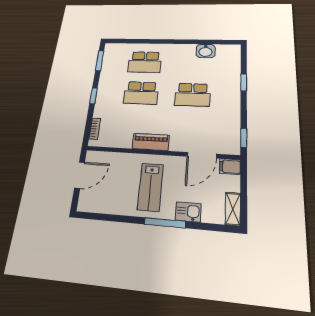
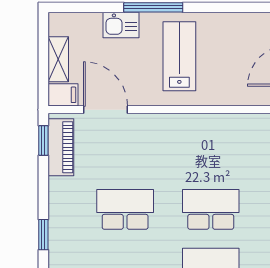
piano: (151, 142) -> (61, 147), moved, turned -90
door: (202, 155) -> (105, 110), hinge flipped
shelving: (233, 209) -> (58, 59), moved

